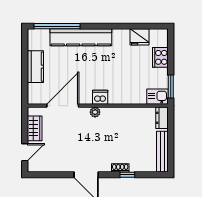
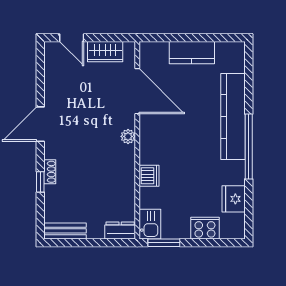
window: (57, 26) -> (249, 146), moved
dishwasher: (100, 97) -> (149, 176), moved
bench: (162, 152) -> (65, 231), width x0.73

